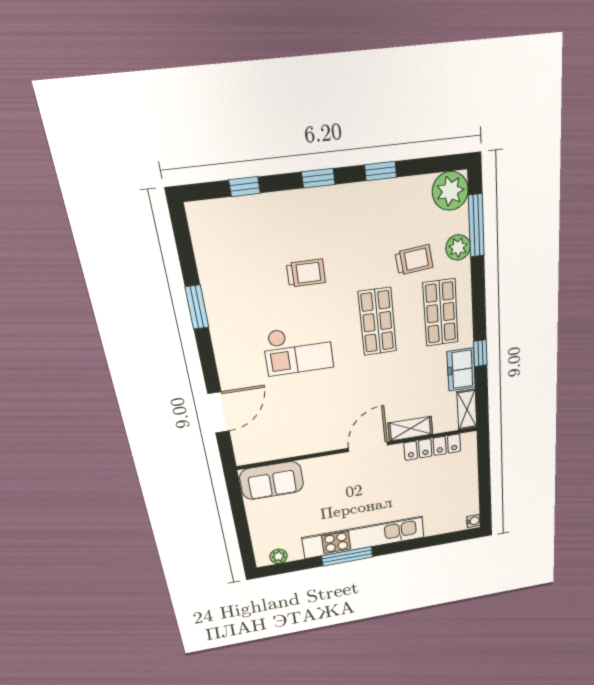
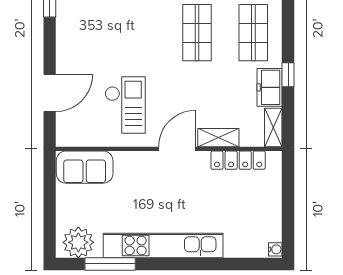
checkout: (298, 350) -> (125, 105), moved, turned -90
plant: (279, 556) -> (78, 242), width x1.88, depth x1.88
window: (347, 556) -> (110, 264), moved

